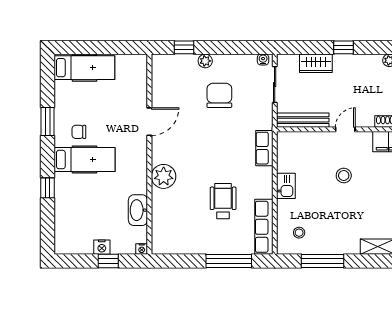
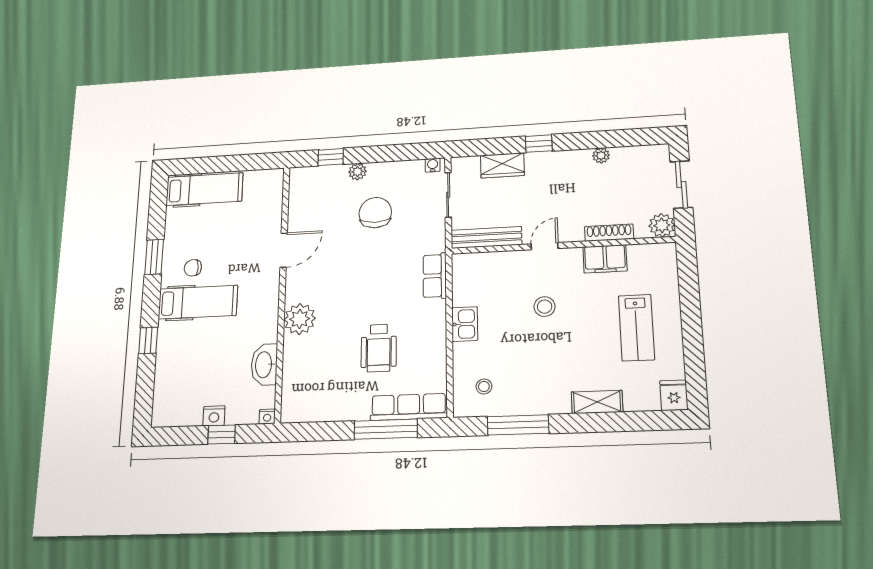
wheelchair: (223, 201) -> (379, 348), turned 180
row of seats: (264, 227) -> (409, 407), moved, turned 90

